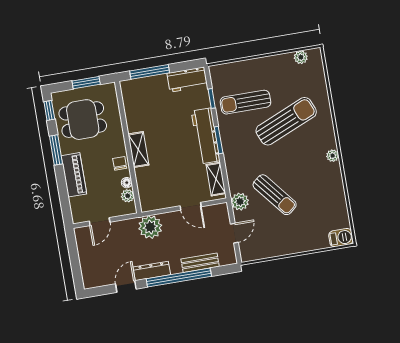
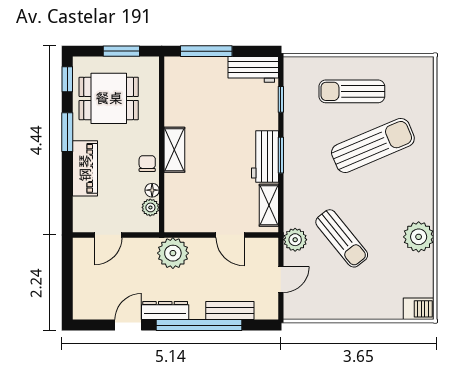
plant: (301, 57) -> (406, 65), removed
sun lounger: (245, 102) -> (352, 91), moved
workbench: (206, 136) -> (265, 156), width x0.73
plant: (333, 156) -> (419, 237), moved, width x1.87, depth x1.87

